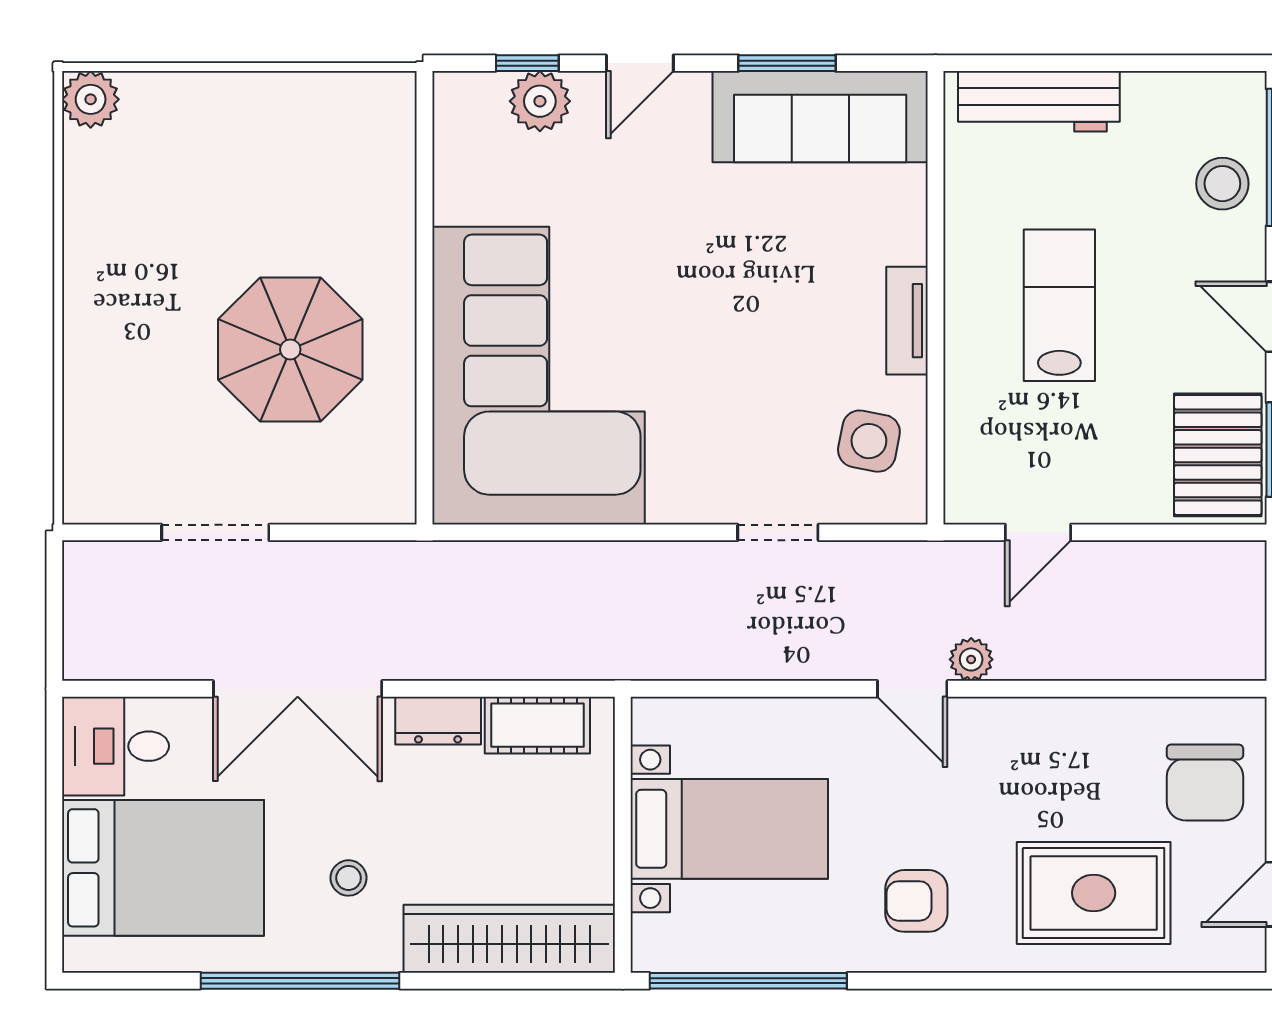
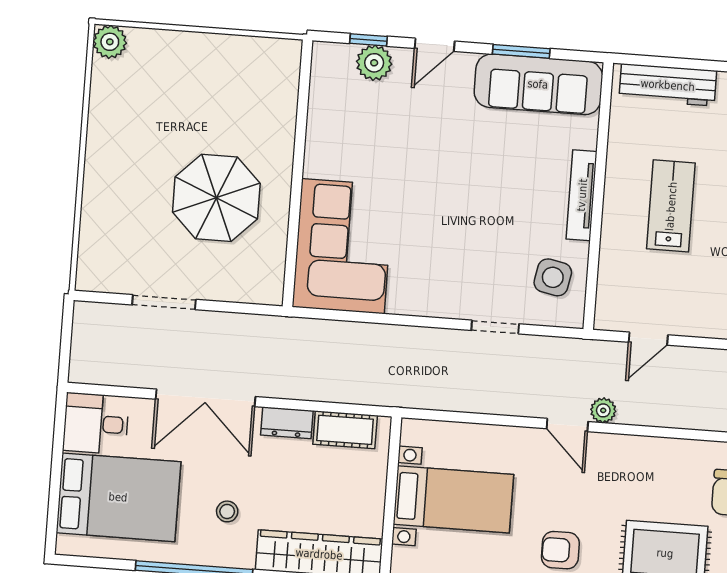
tv unit: (907, 321) -> (582, 195), width x1.41
corner sofa: (538, 376) -> (343, 246), width x0.73, depth x0.74

